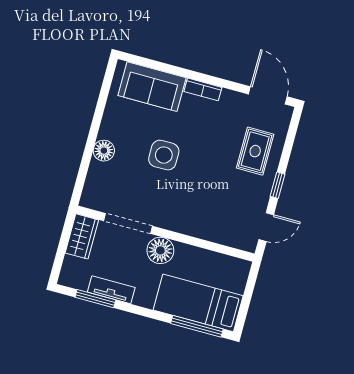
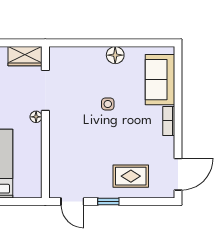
floor lamp: (104, 151) -> (115, 55), moved
side table: (164, 155) -> (108, 104), width x0.54, depth x0.54
floor lamp: (160, 250) -> (36, 117), width x0.53, depth x0.53

